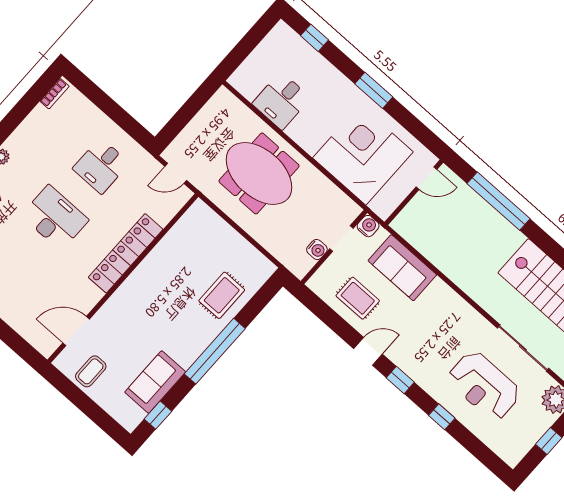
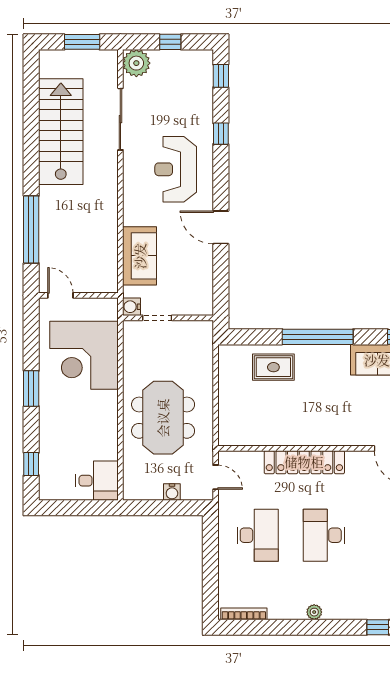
bookcase: (55, 94) -> (244, 614), width x1.56
desk: (281, 101) -> (97, 481), moved
desk: (101, 166) -> (258, 535), width x1.37
water cooler: (317, 249) -> (172, 492), moved, turned 180
rug: (358, 298) -> (189, 268), removed
door: (368, 351) -> (221, 227), width x1.38
window: (400, 380) -> (221, 76), moved
reception desk: (484, 386) -> (176, 169), moved, turned 180

